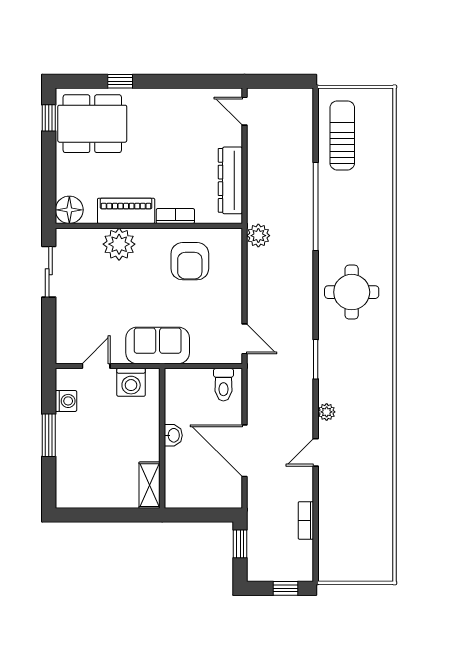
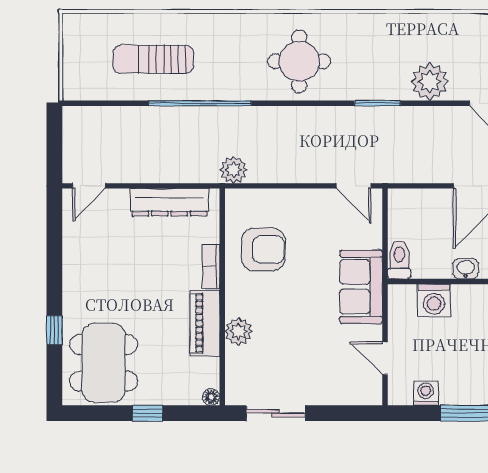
window: (49, 118) -> (148, 413), moved
sun lounger: (342, 135) -> (153, 59), moved
floor lamp: (69, 210) -> (211, 397), width x0.53, depth x0.53
plant: (119, 244) -> (239, 332), width x0.73, depth x0.73
door: (244, 339) -> (354, 186), swing flipped
washing machine: (131, 382) -> (434, 300), moved, turned 90
toilet: (223, 385) -> (399, 260), moved, turned -90
plant: (327, 412) -> (430, 82), width x1.88, depth x1.88

